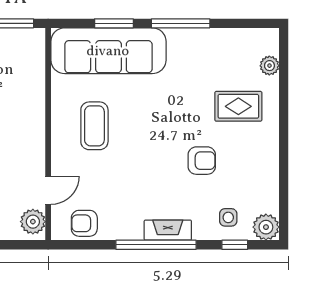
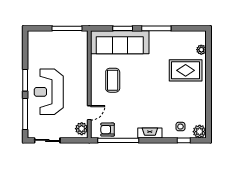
rug: (238, 106) -> (186, 70), width x1.36, depth x1.43
armchair: (202, 161) -> (167, 98), removed
window: (156, 245) -> (118, 140), moved

